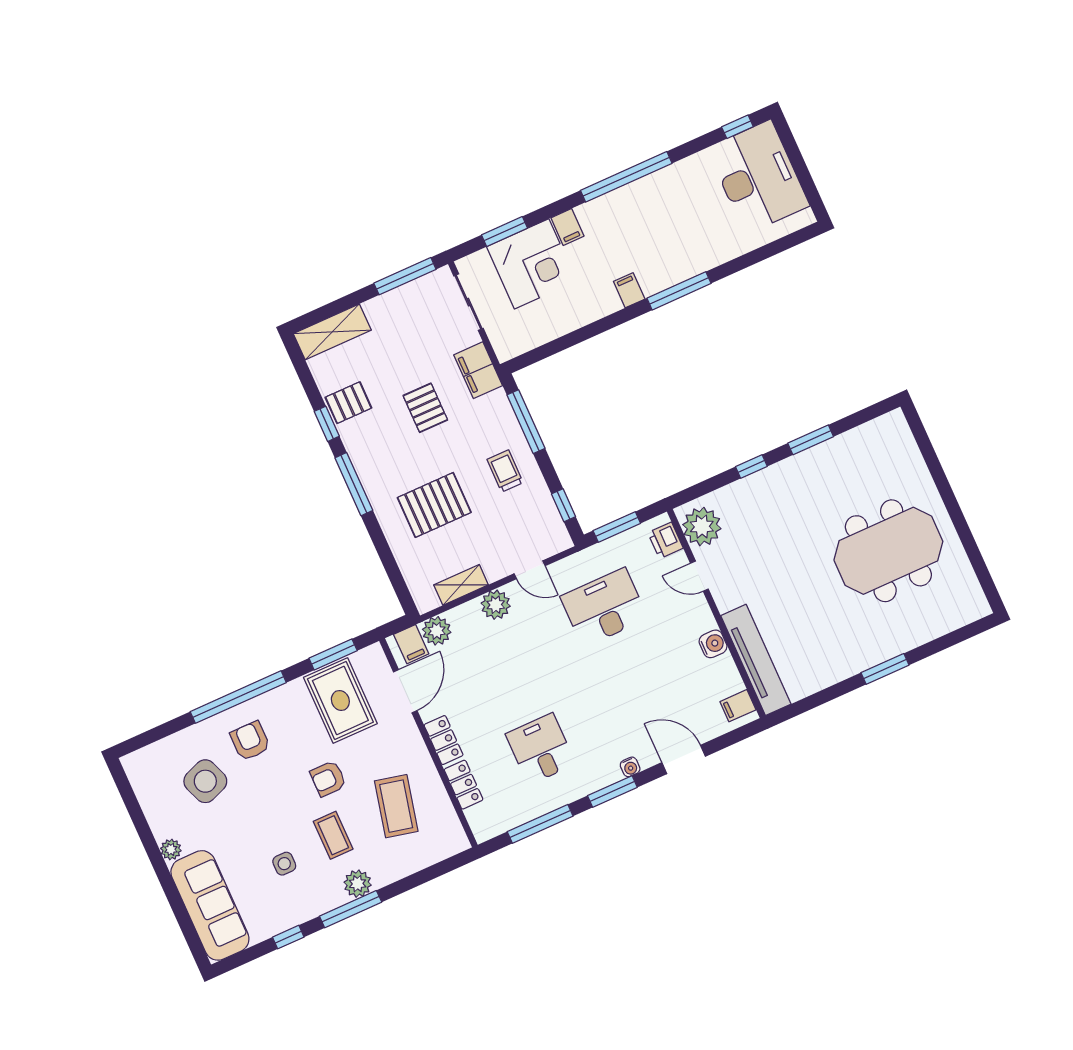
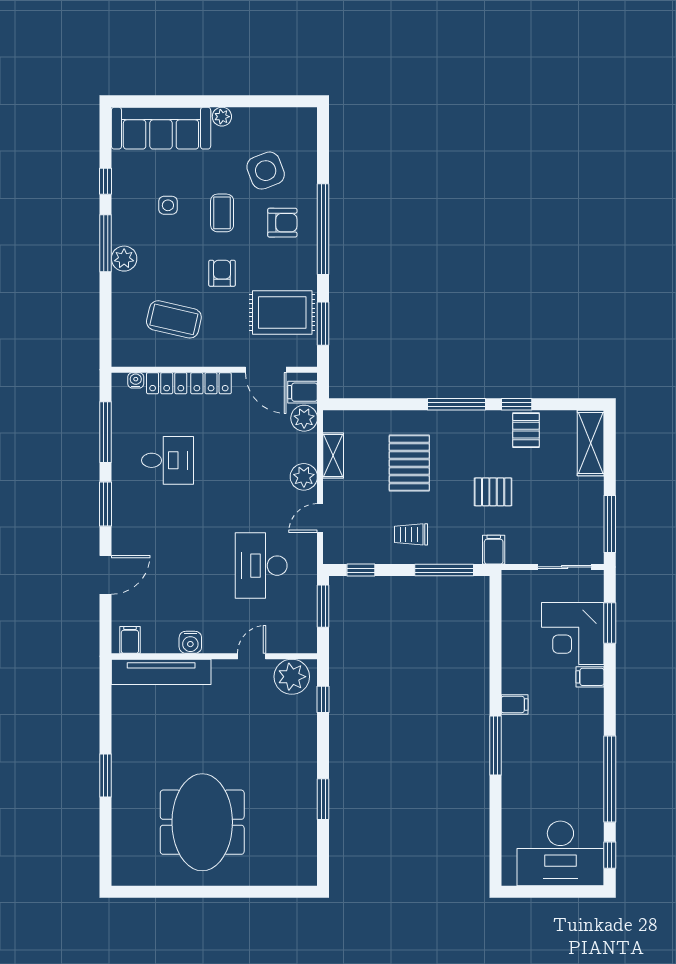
window: (626, 177) -> (610, 779), moved
filing cabinet: (478, 370) -> (494, 550), width x0.50
window: (751, 466) -> (323, 699), moved
trolley: (505, 471) -> (411, 534), turned 180
printer: (665, 540) -> (294, 641), removed
desk: (604, 607) -> (261, 566), turned 180
water cooler: (630, 767) -> (136, 380), moved, turned 90
coffee table: (333, 835) -> (222, 213), moved, turned 90

